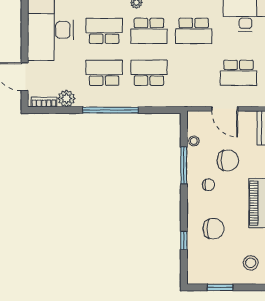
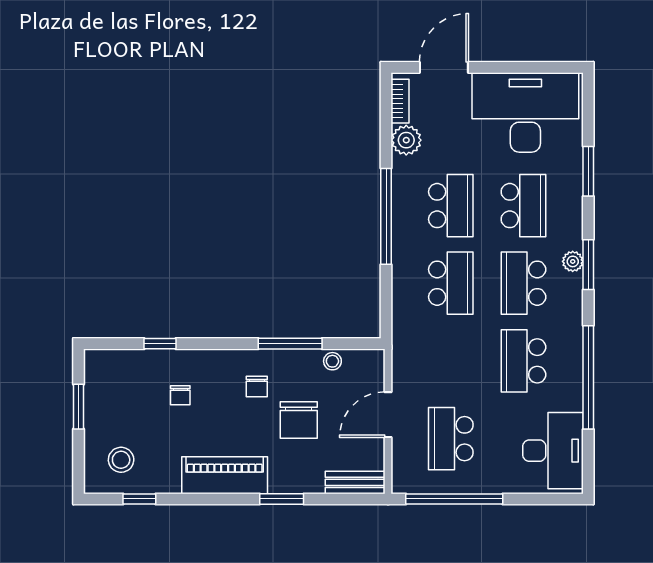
chair: (213, 229) -> (180, 395), width x0.54, depth x0.54

